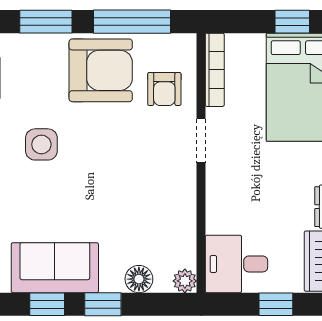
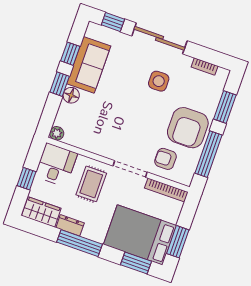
window: (292, 22) -> (178, 242), width x1.50
doorway: (201, 141) -> (130, 169), width x1.38
rug: (248, 196) -> (91, 184), added
floor lamp: (139, 279) -> (71, 95), moved

